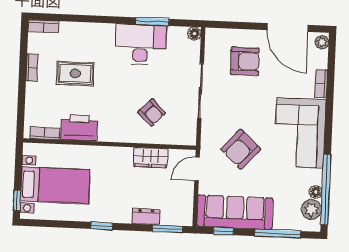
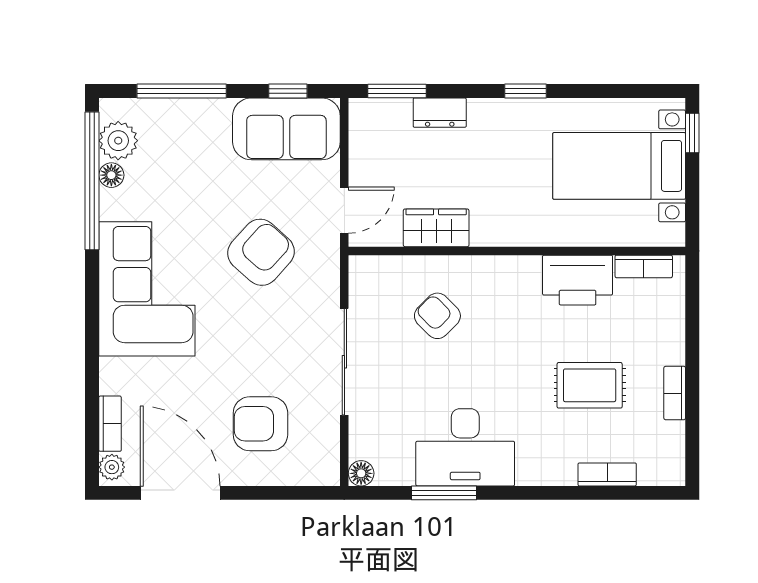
bookcase: (43, 26) -> (607, 474), moved
bookcase: (321, 84) -> (110, 424), moved
sofa: (235, 212) -> (286, 129), width x0.73

